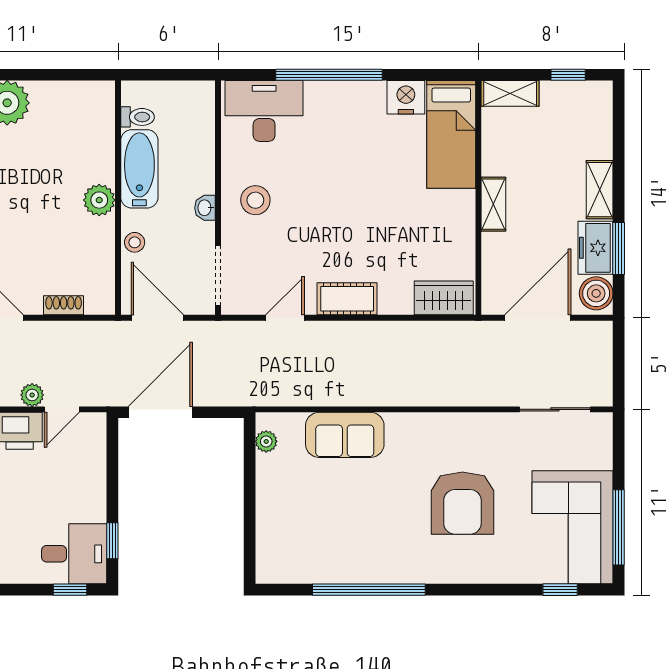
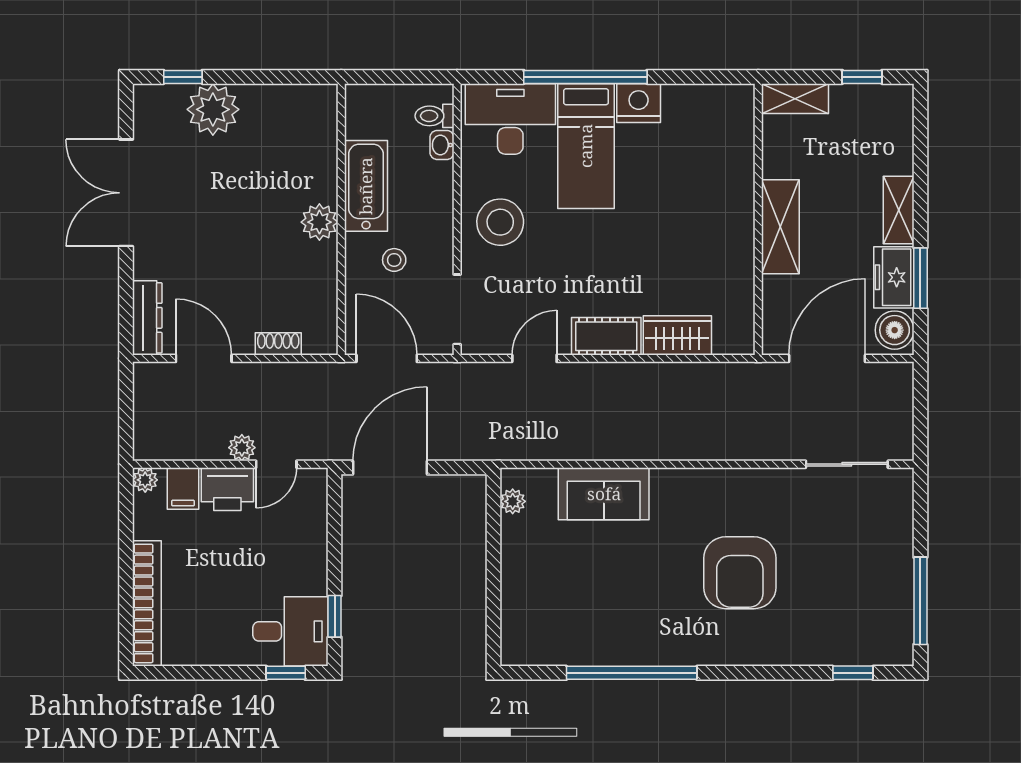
nightstand: (406, 97) -> (639, 103), moved
toilet: (138, 117) -> (434, 116), moved, turned 180
bed: (451, 134) -> (586, 146), moved
stool: (255, 200) -> (500, 222), width x1.38, depth x1.38
shelving: (493, 204) -> (780, 227), width x1.50, depth x1.33
washbasin: (205, 208) -> (442, 145), moved
stool: (135, 242) -> (394, 260), moved
wardrobe: (444, 298) -> (677, 335), moved
corner sofa: (572, 527) -> (867, 601), removed

